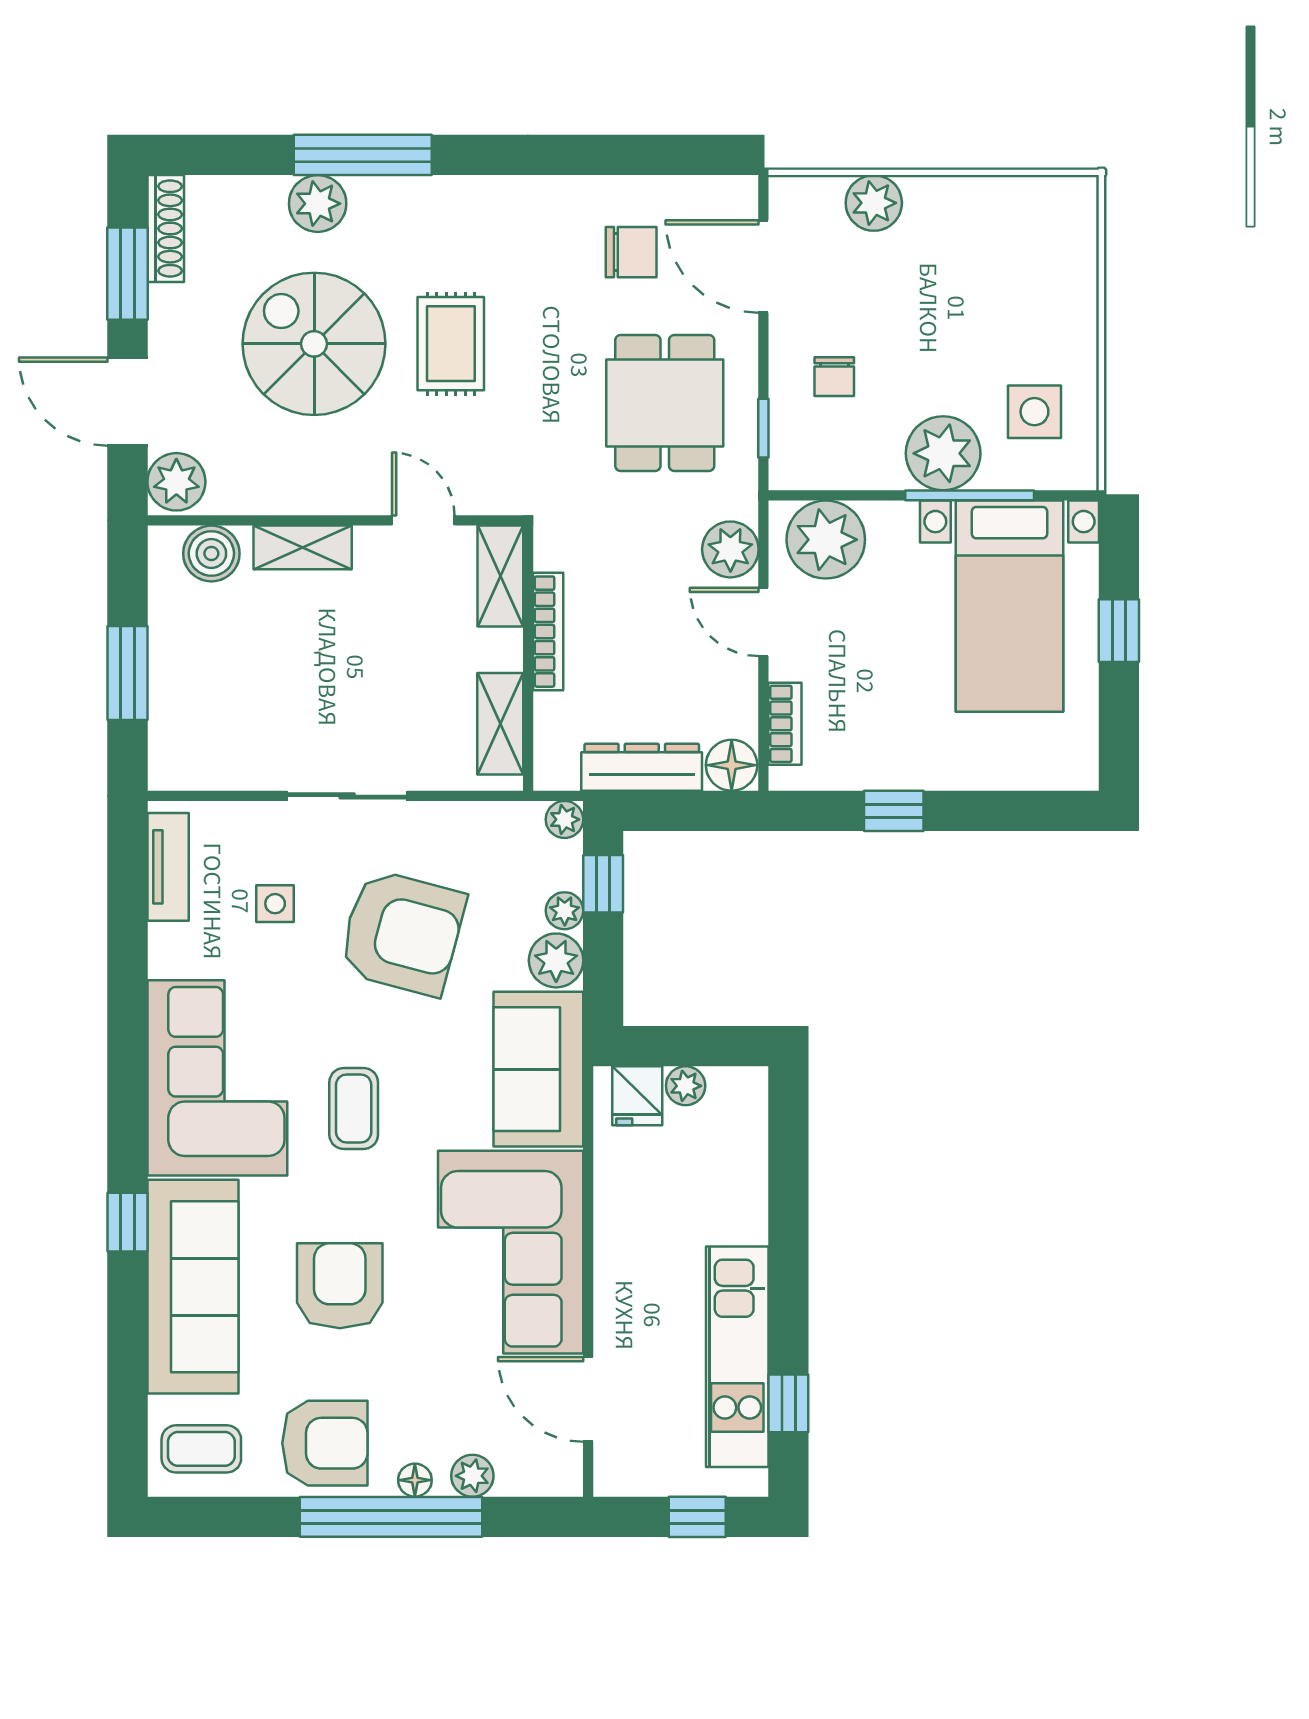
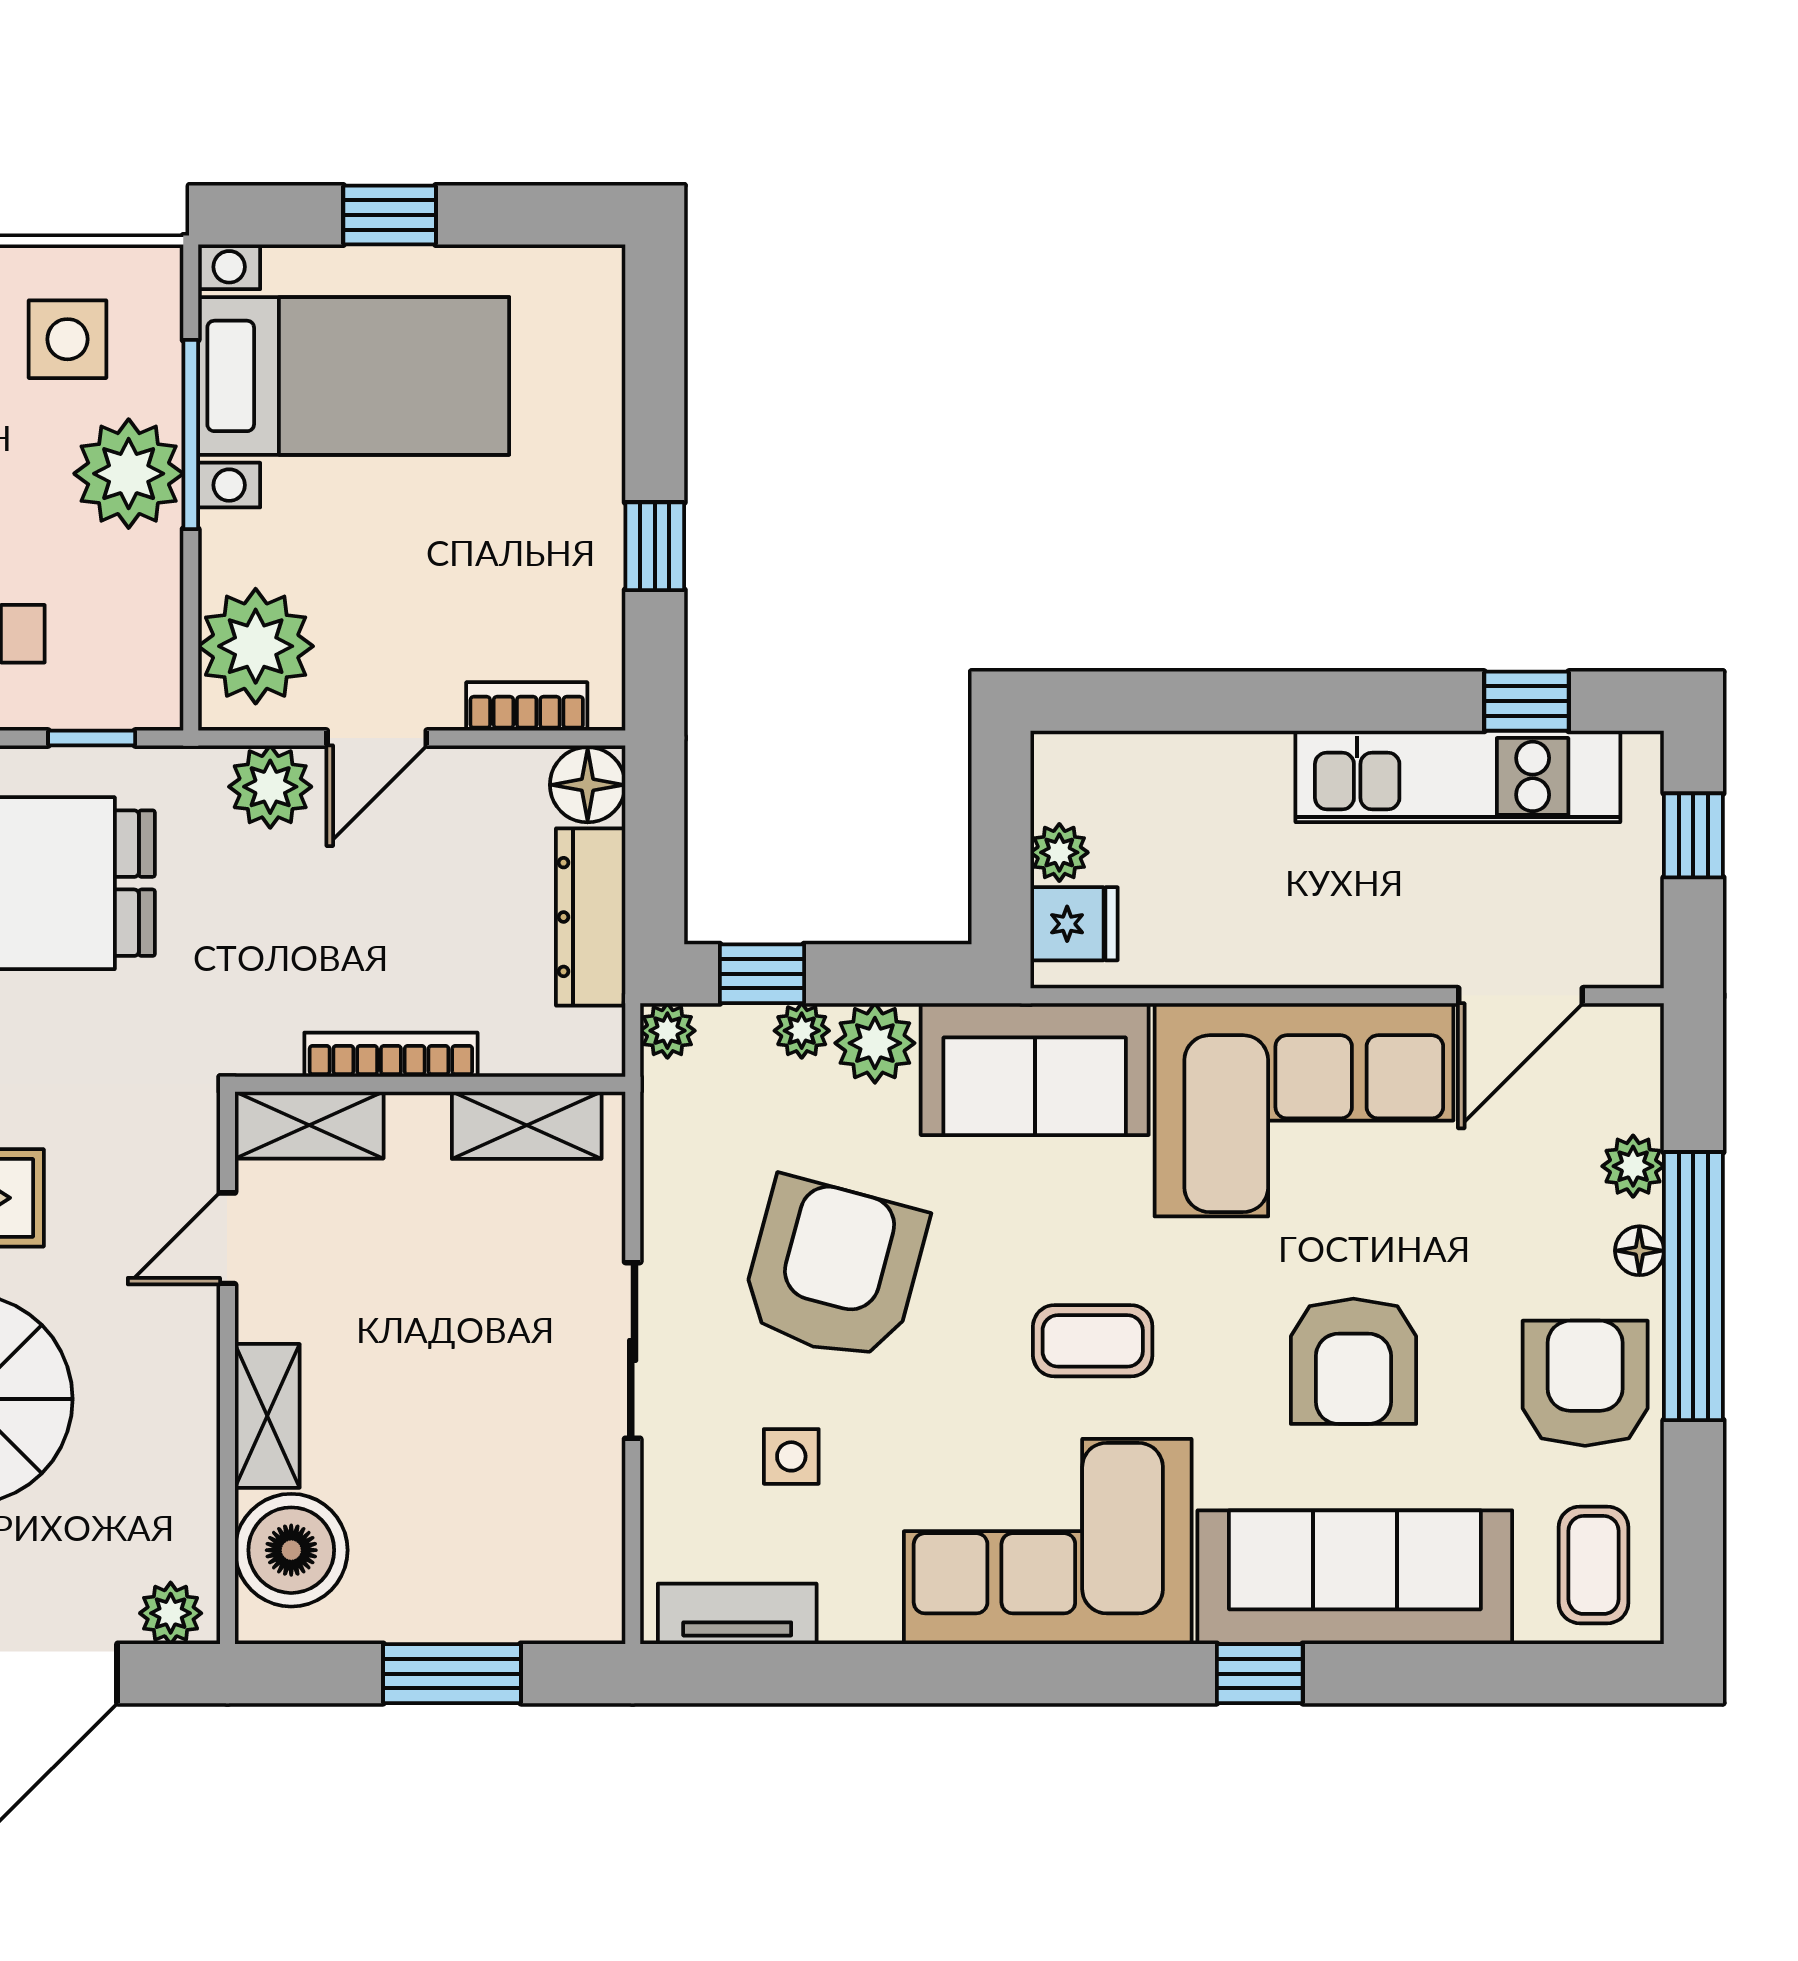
plant: (176, 482) -> (171, 1613), width x0.73, depth x0.73
boiler: (211, 553) -> (291, 1550), width x1.37, depth x1.37
armchair: (340, 1286) -> (1353, 1361), turned -90

